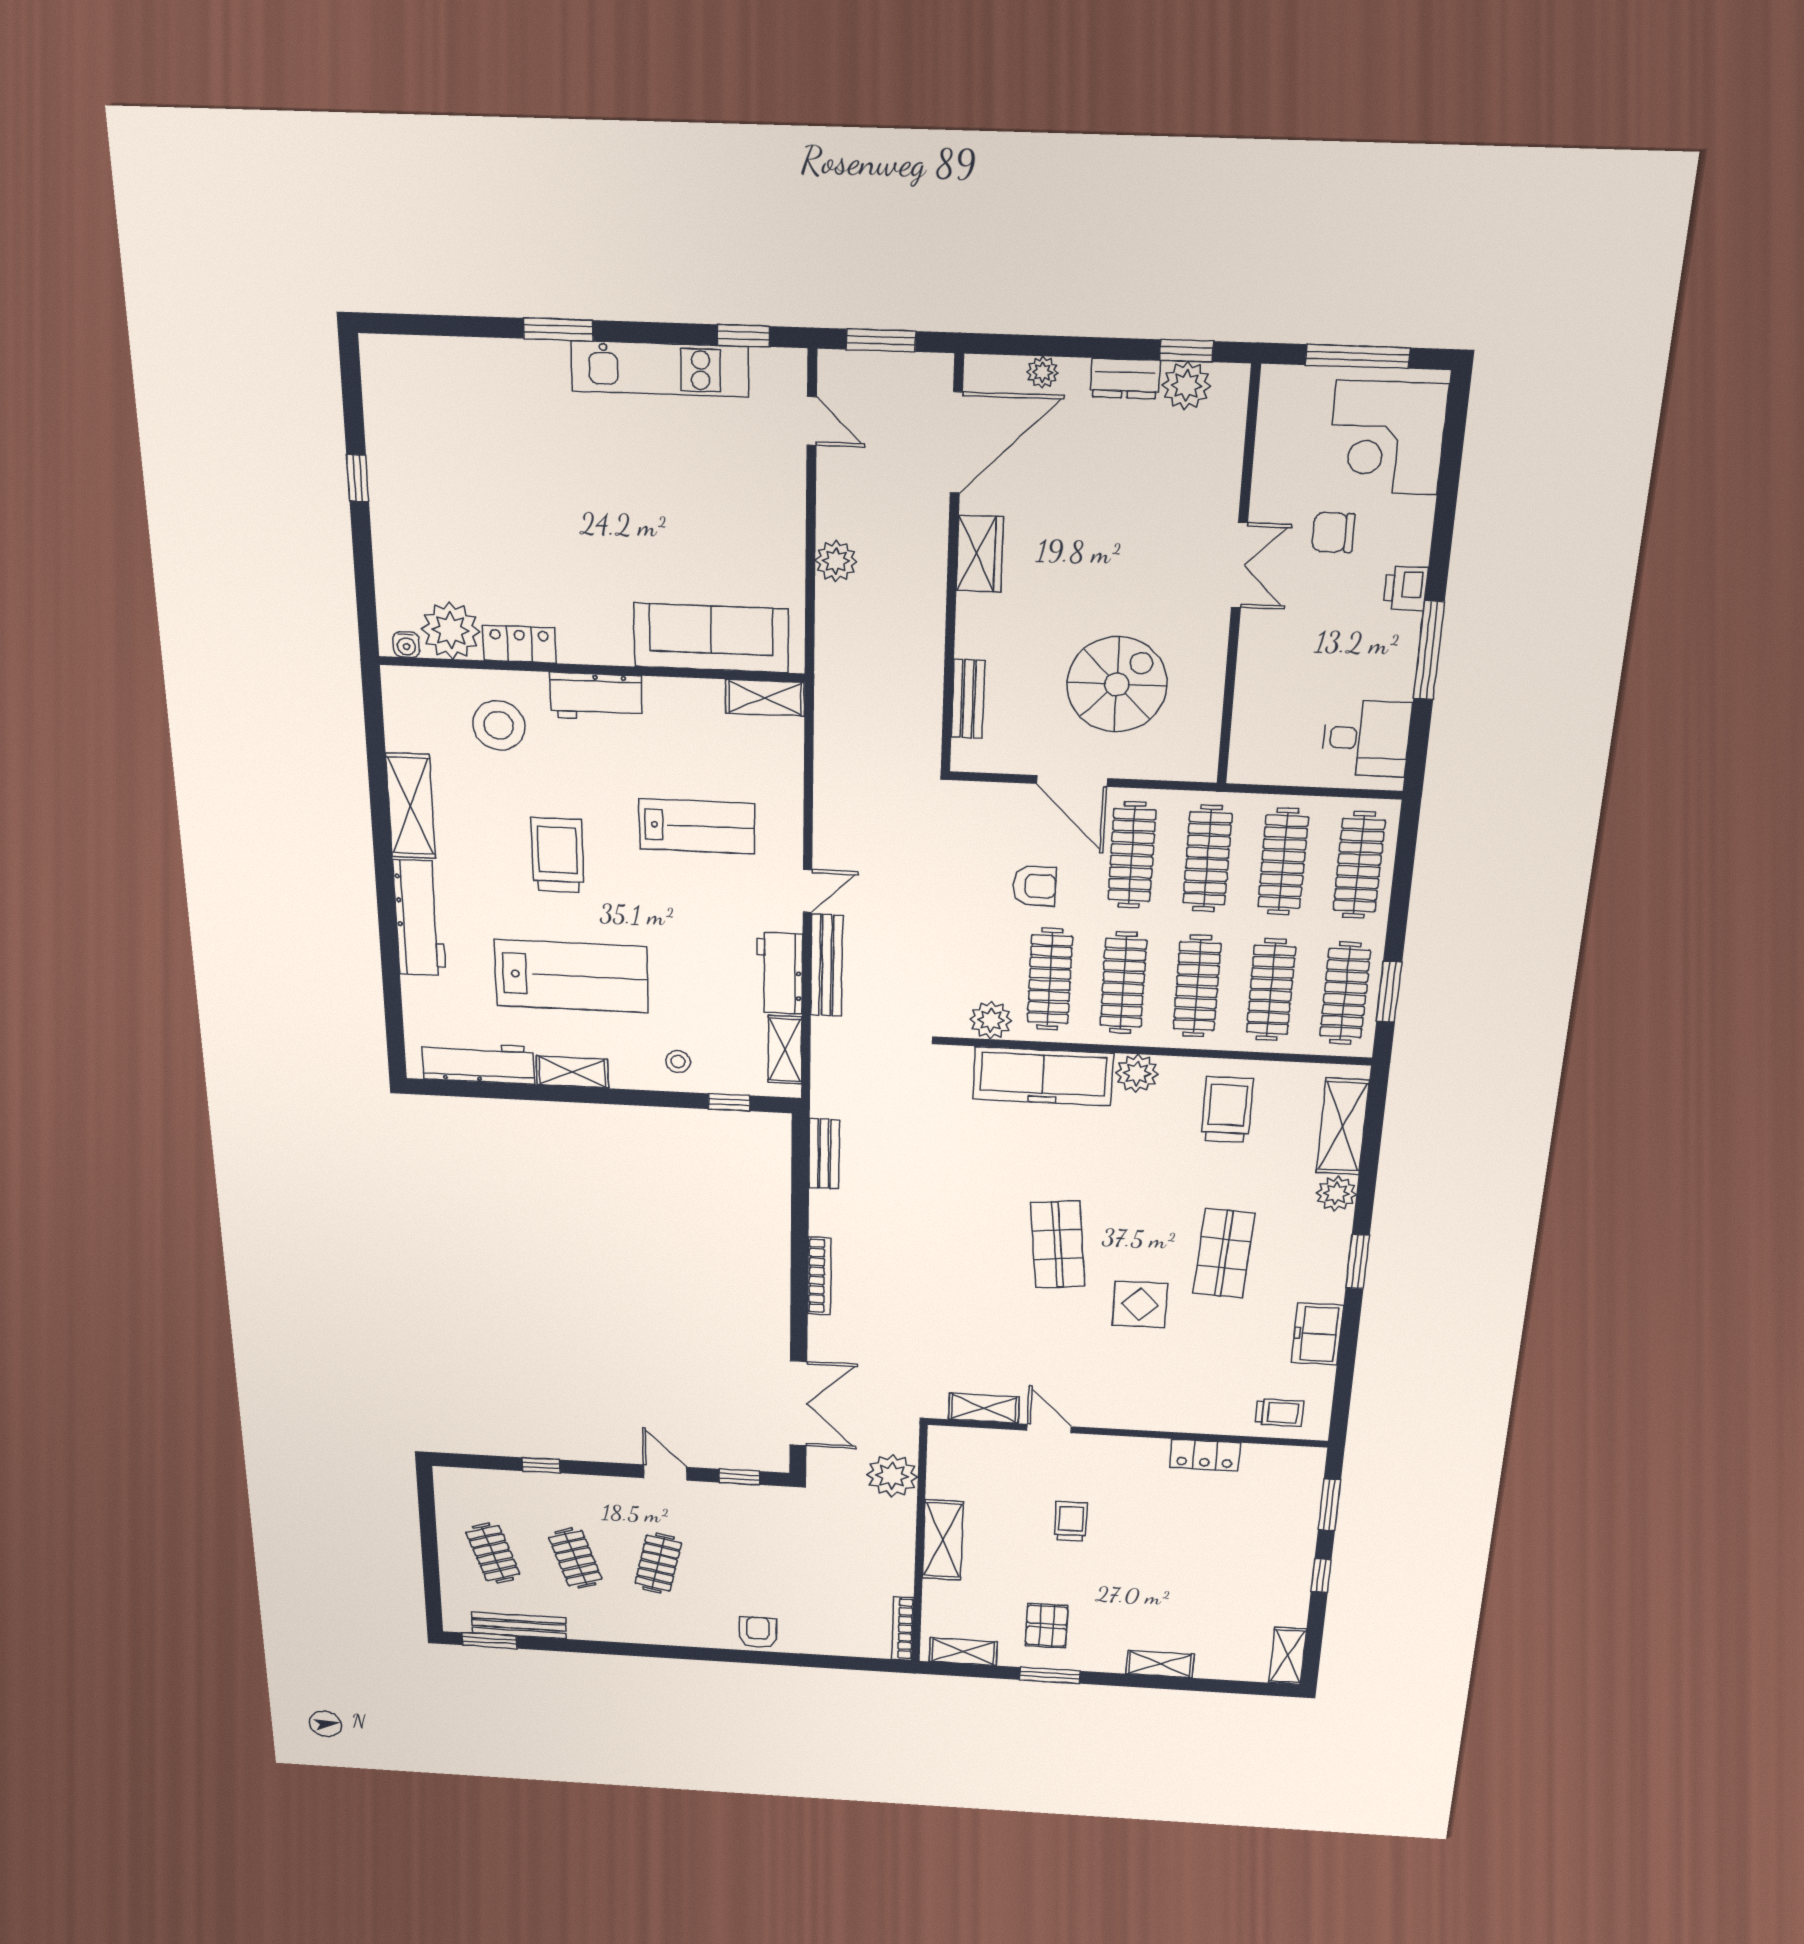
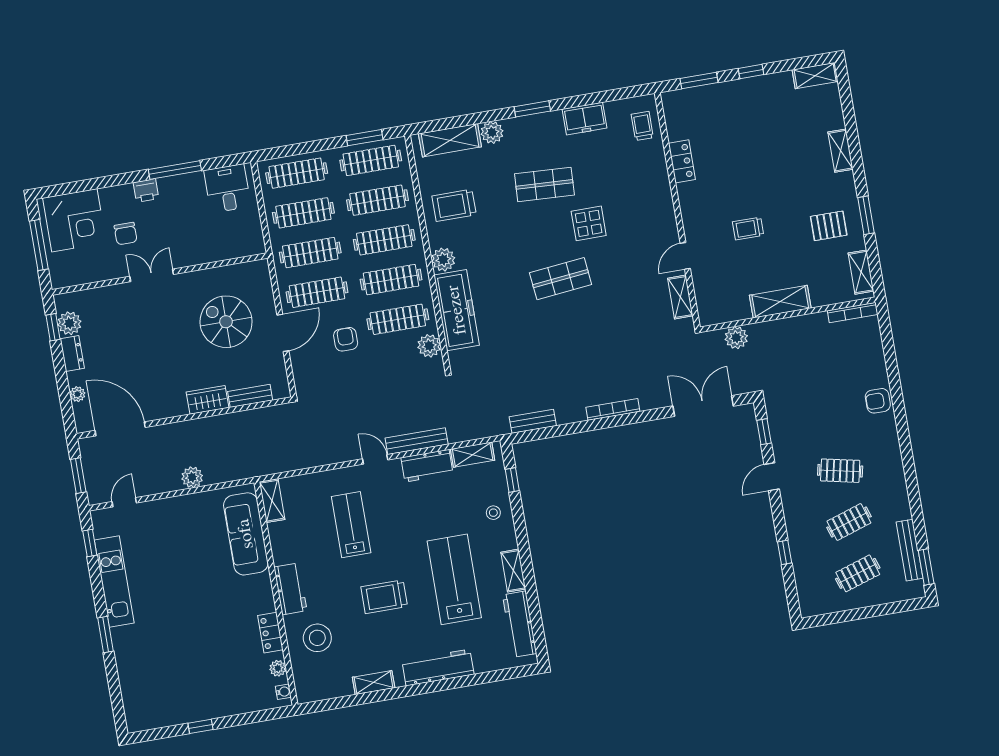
wardrobe: (980, 554) -> (207, 400), moved
plant: (451, 630) -> (278, 668), width x0.53, depth x0.53
shelving: (411, 806) -> (374, 683), width x0.67, depth x0.75
plant: (892, 1476) -> (736, 338), width x0.73, depth x0.73

